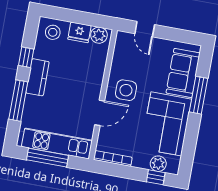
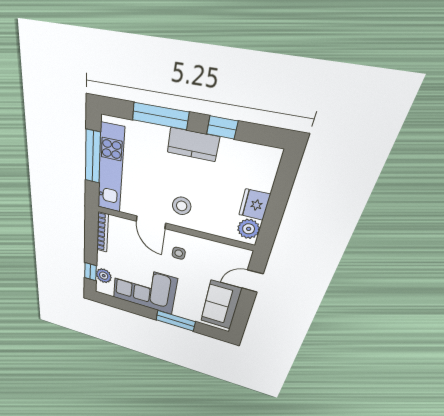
stool: (53, 32) -> (182, 206), moved
sofa: (183, 73) -> (221, 305), moved, turned -90
side table: (126, 90) -> (179, 253), width x0.54, depth x0.54

